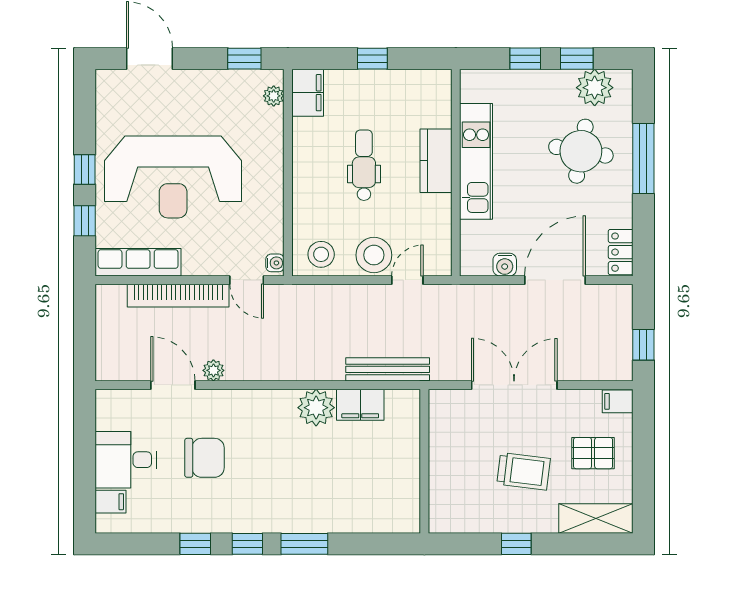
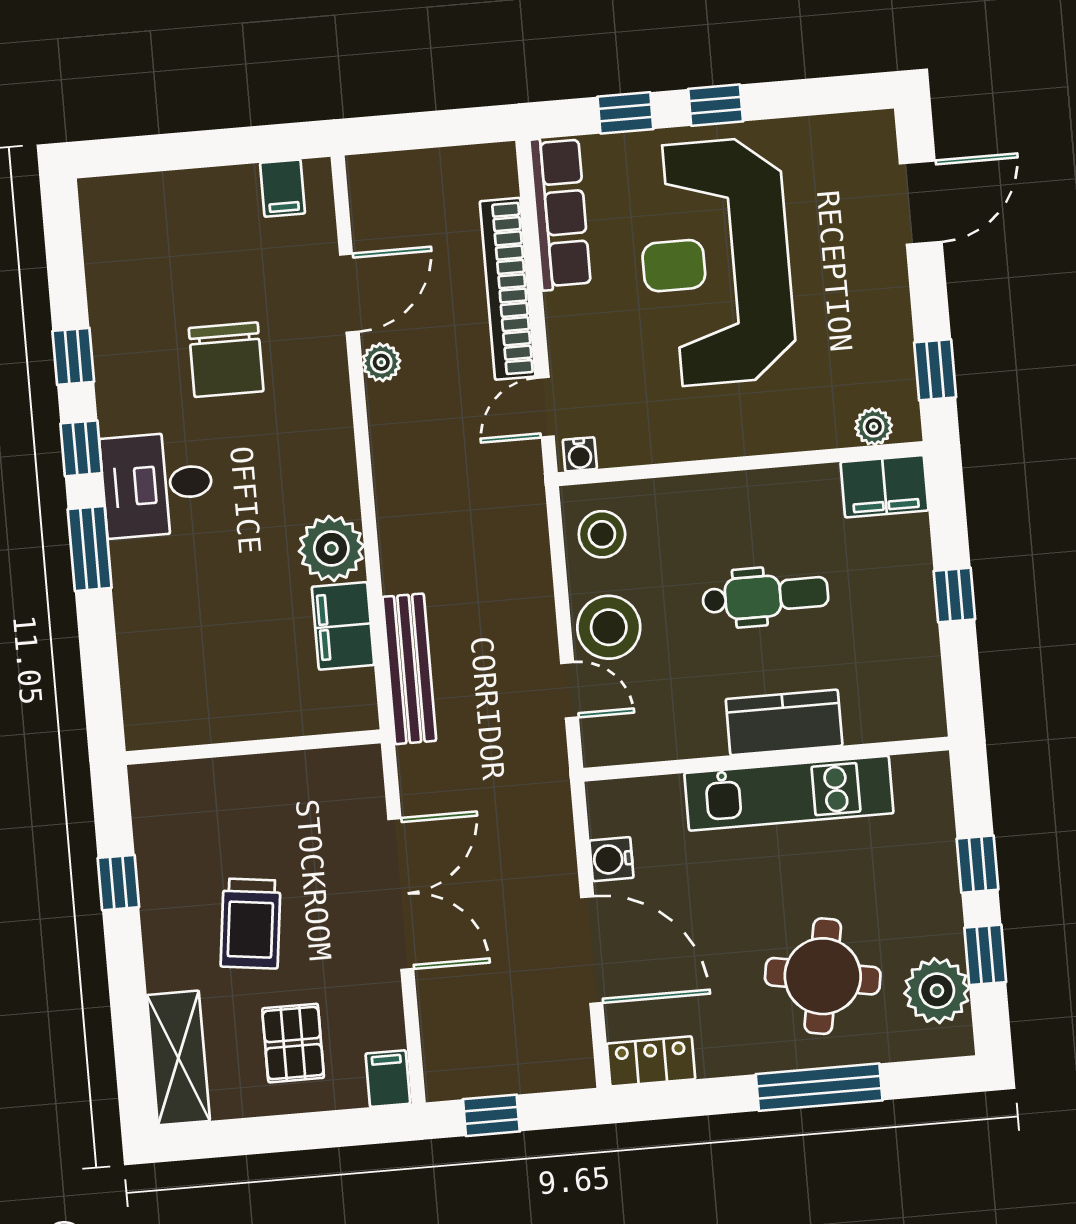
desk: (126, 460) -> (157, 484), moved, turned -90
filing cabinet: (110, 502) -> (283, 188), moved
window: (516, 544) -> (118, 883), moved

